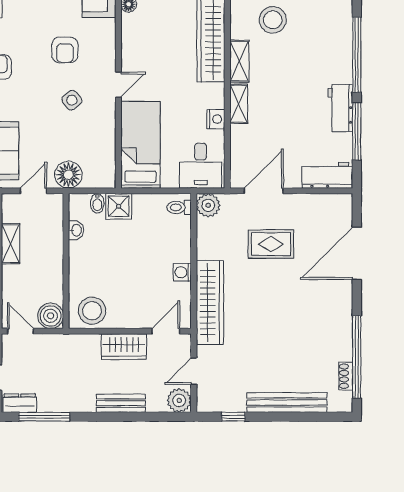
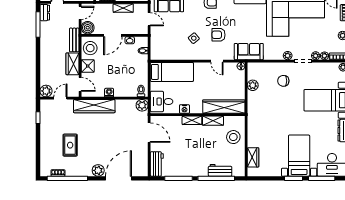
door: (118, 85) -> (217, 61), moved
workbench: (340, 108) -> (220, 170), moved
floor lamp: (68, 175) -> (157, 36), removed
shower: (119, 206) -> (88, 66), moved
rug: (271, 244) -> (70, 145), moved
door: (357, 253) -> (118, 178), hinge flipped
door: (66, 265) -> (113, 35), added
plant: (341, 295) -> (98, 170), added
door: (194, 371) -> (60, 98), hinge flipped
bench: (121, 403) -> (74, 40), moved
bench: (287, 403) -> (45, 144), removed

